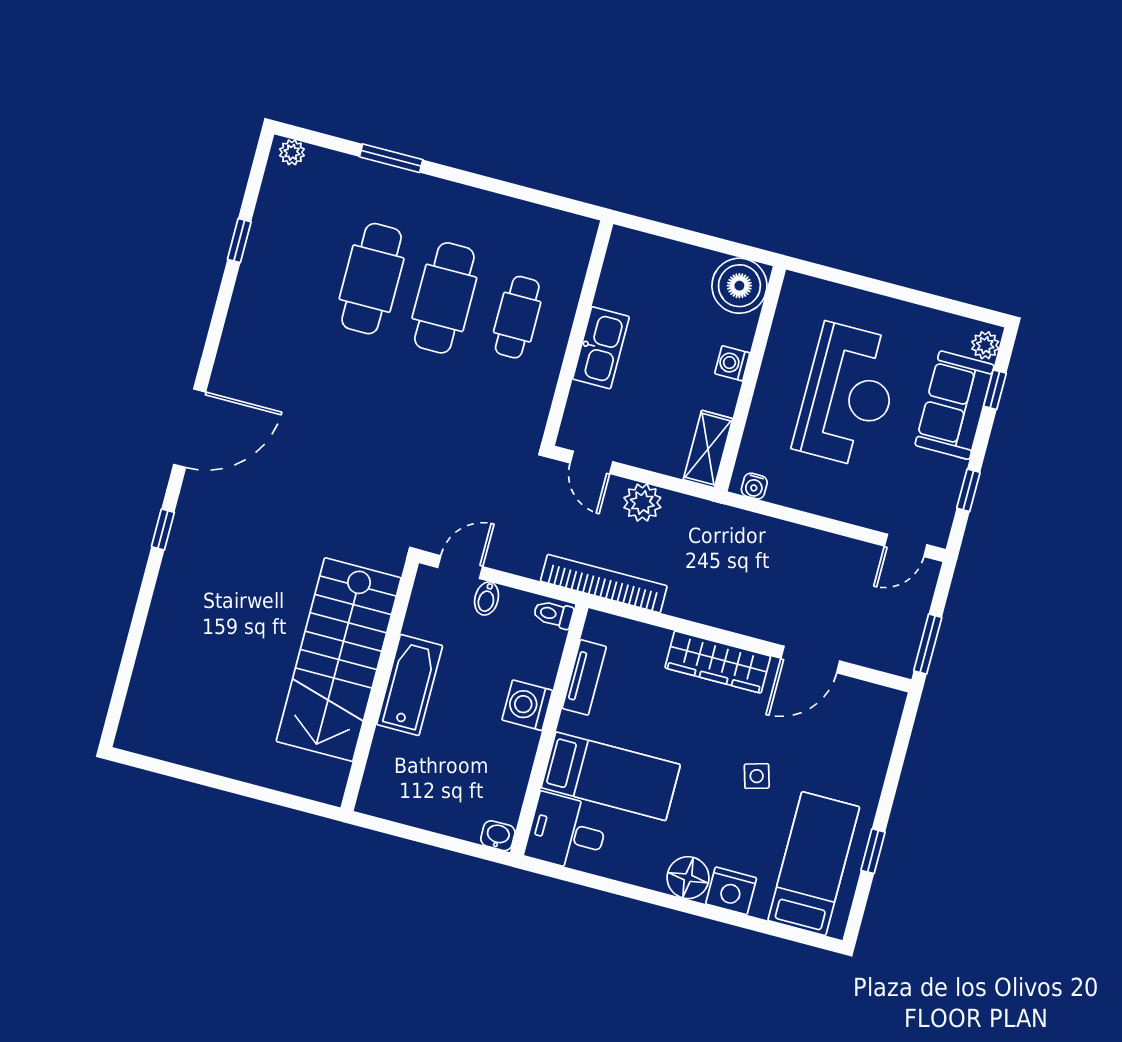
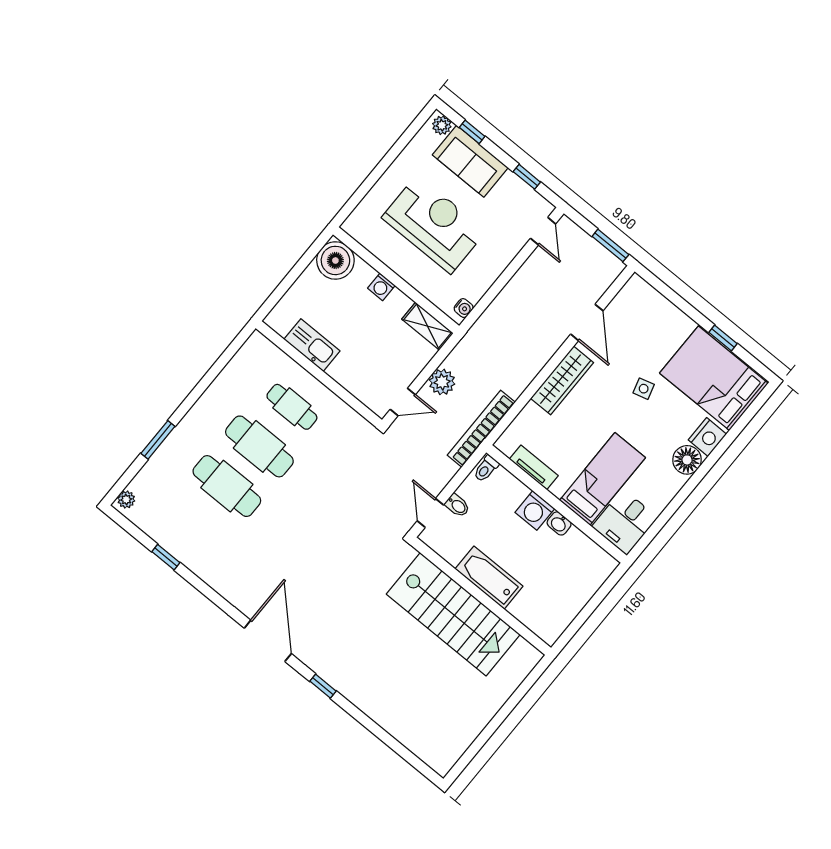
kitchen sink: (601, 348) -> (312, 345), moved
washbasin: (498, 836) -> (559, 523), moved, turned -90
bed: (814, 864) -> (714, 378), width x1.50

